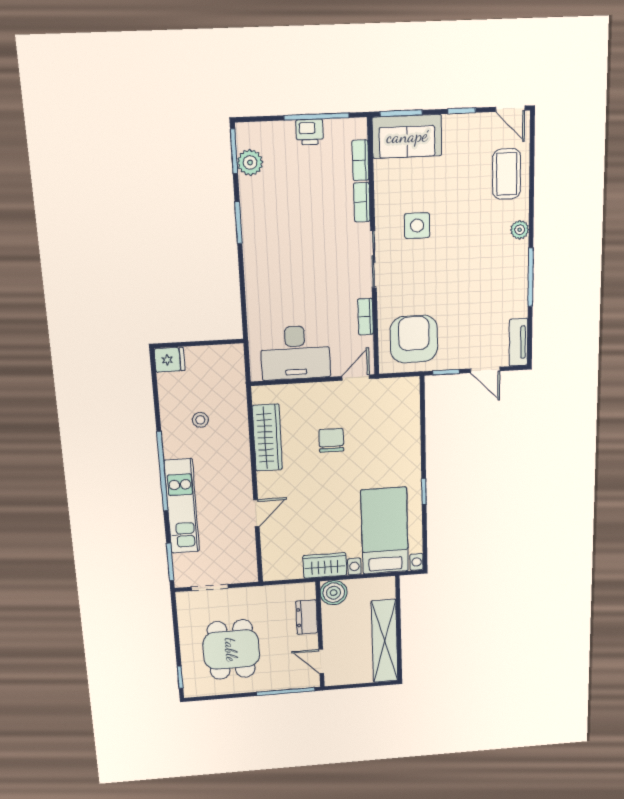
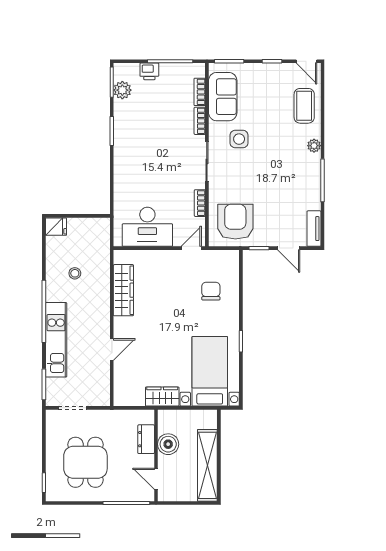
printer: (310, 132) -> (149, 71), moved
sofa: (407, 136) -> (223, 97), moved, turned -90
chair: (331, 440) -> (211, 291), moved
boiler: (334, 593) -> (168, 444), moved

